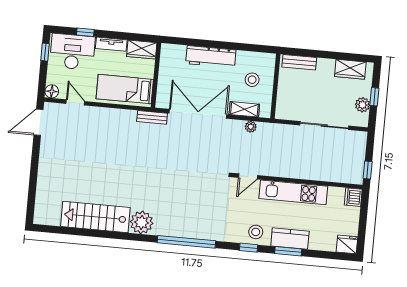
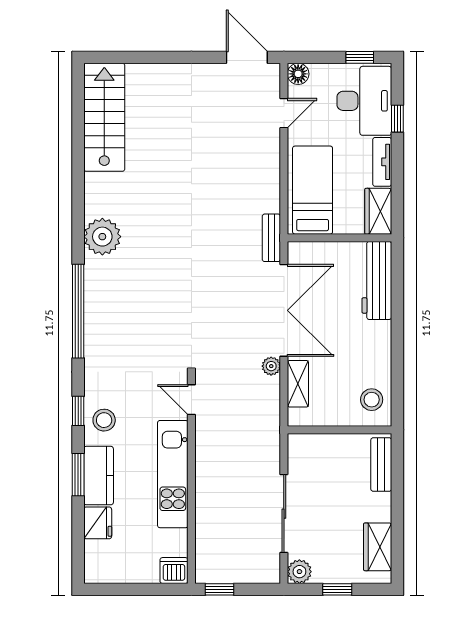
workbench: (211, 57) -> (377, 280), moved
stool: (252, 80) -> (372, 400), moved
plant: (362, 105) -> (299, 572), moved
plant: (251, 127) -> (271, 366), moved
stairs: (95, 217) -> (104, 117), moved
fridge: (347, 244) -> (98, 523), moved

